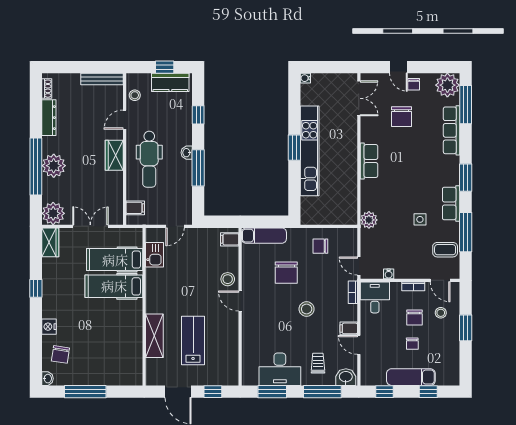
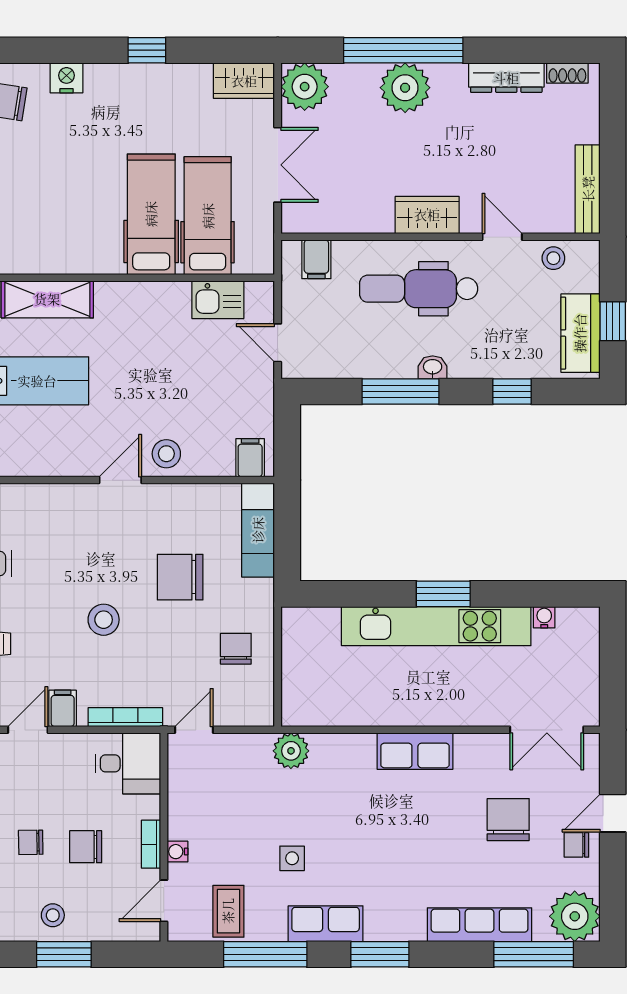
water cooler: (305, 78) -> (544, 617), moved
chair: (402, 117) -> (508, 820), turned 90
water cooler: (389, 274) -> (177, 852), moved
bookcase: (353, 292) -> (125, 717), width x1.56
stool: (441, 313) -> (53, 915), moved

